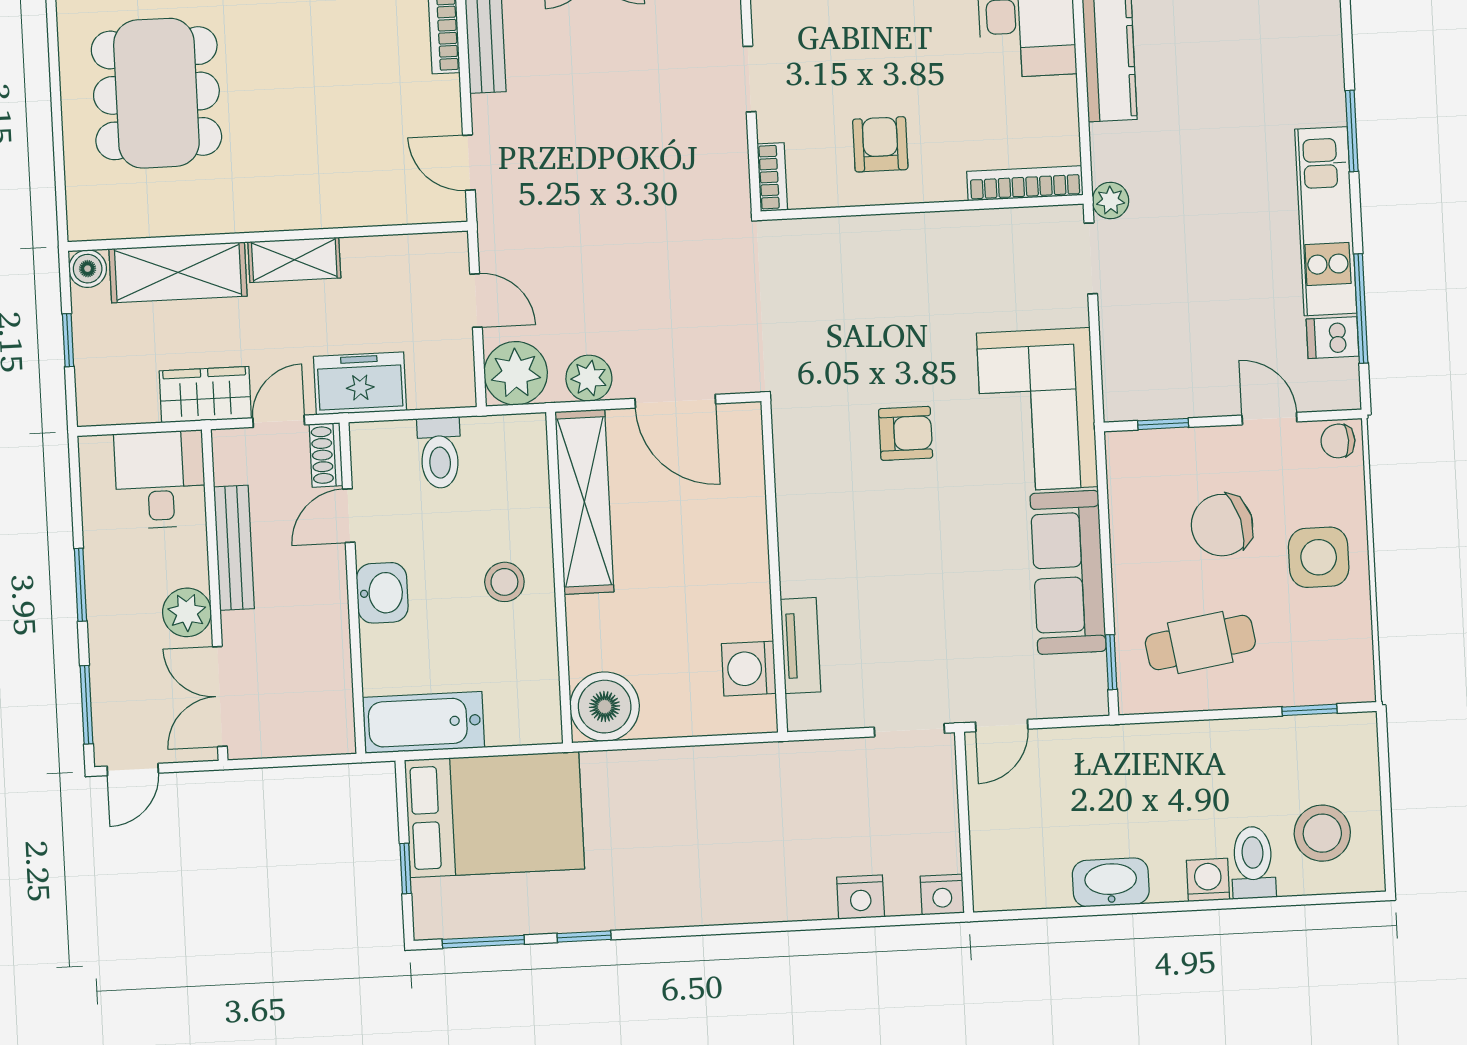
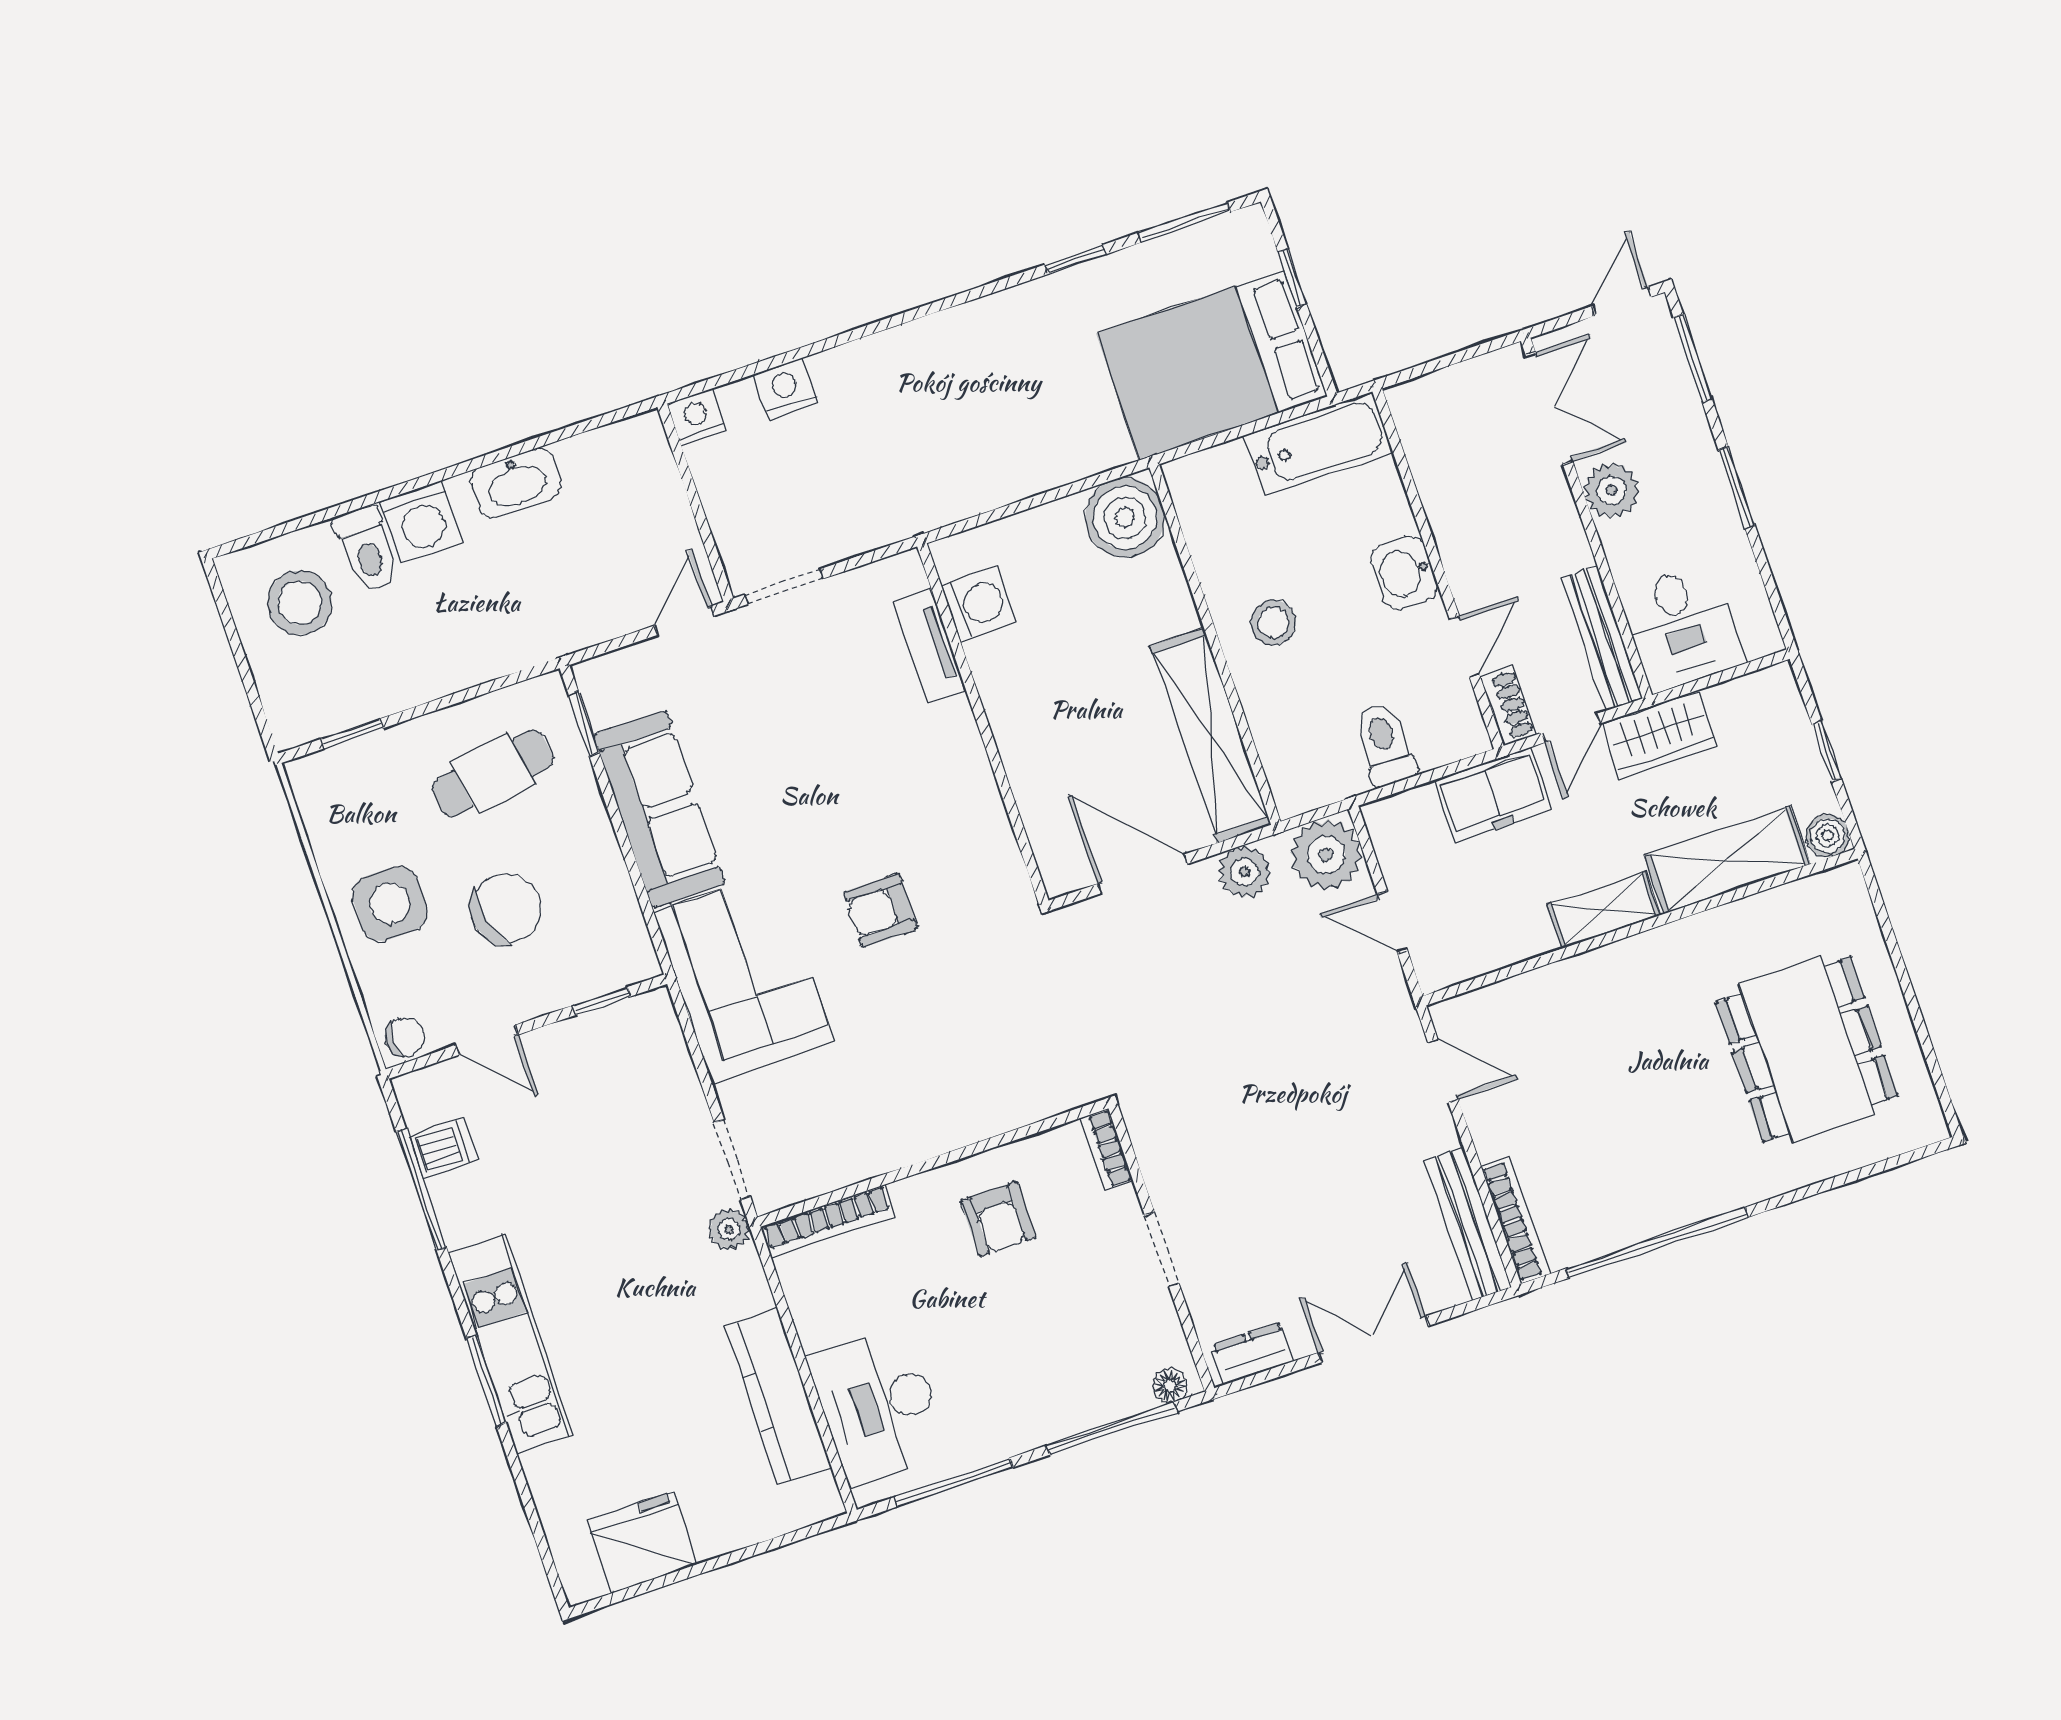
kitchen unit: (1326, 221) -> (511, 1344), moved
bench: (234, 548) -> (1601, 638), moved
washing machine: (1208, 880) -> (422, 521), width x1.38, depth x1.38

